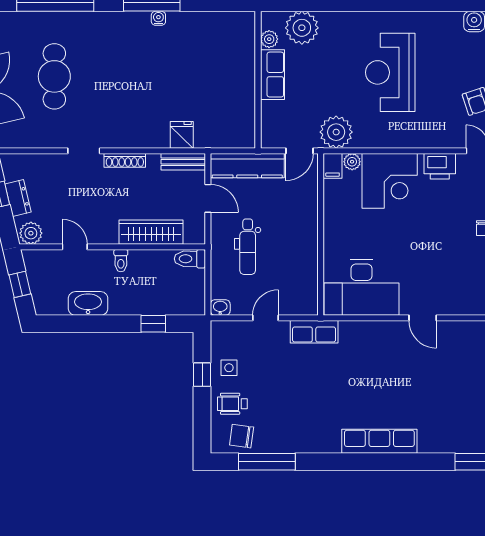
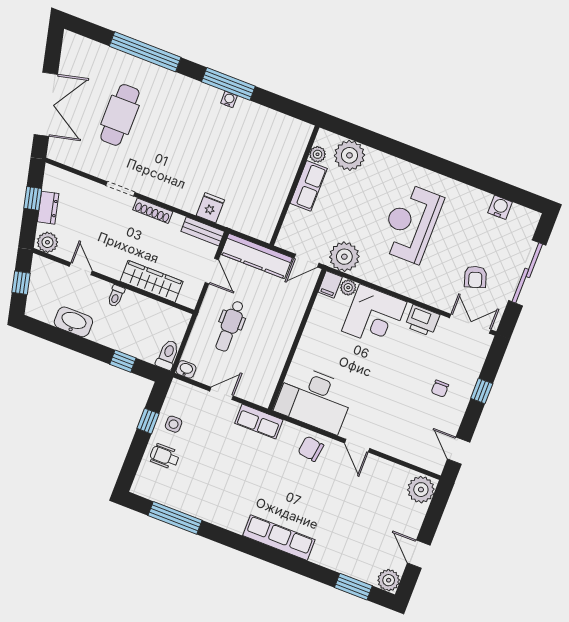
toilet: (190, 259) -> (168, 355), moved, turned 90
chair: (242, 436) -> (311, 449), moved

